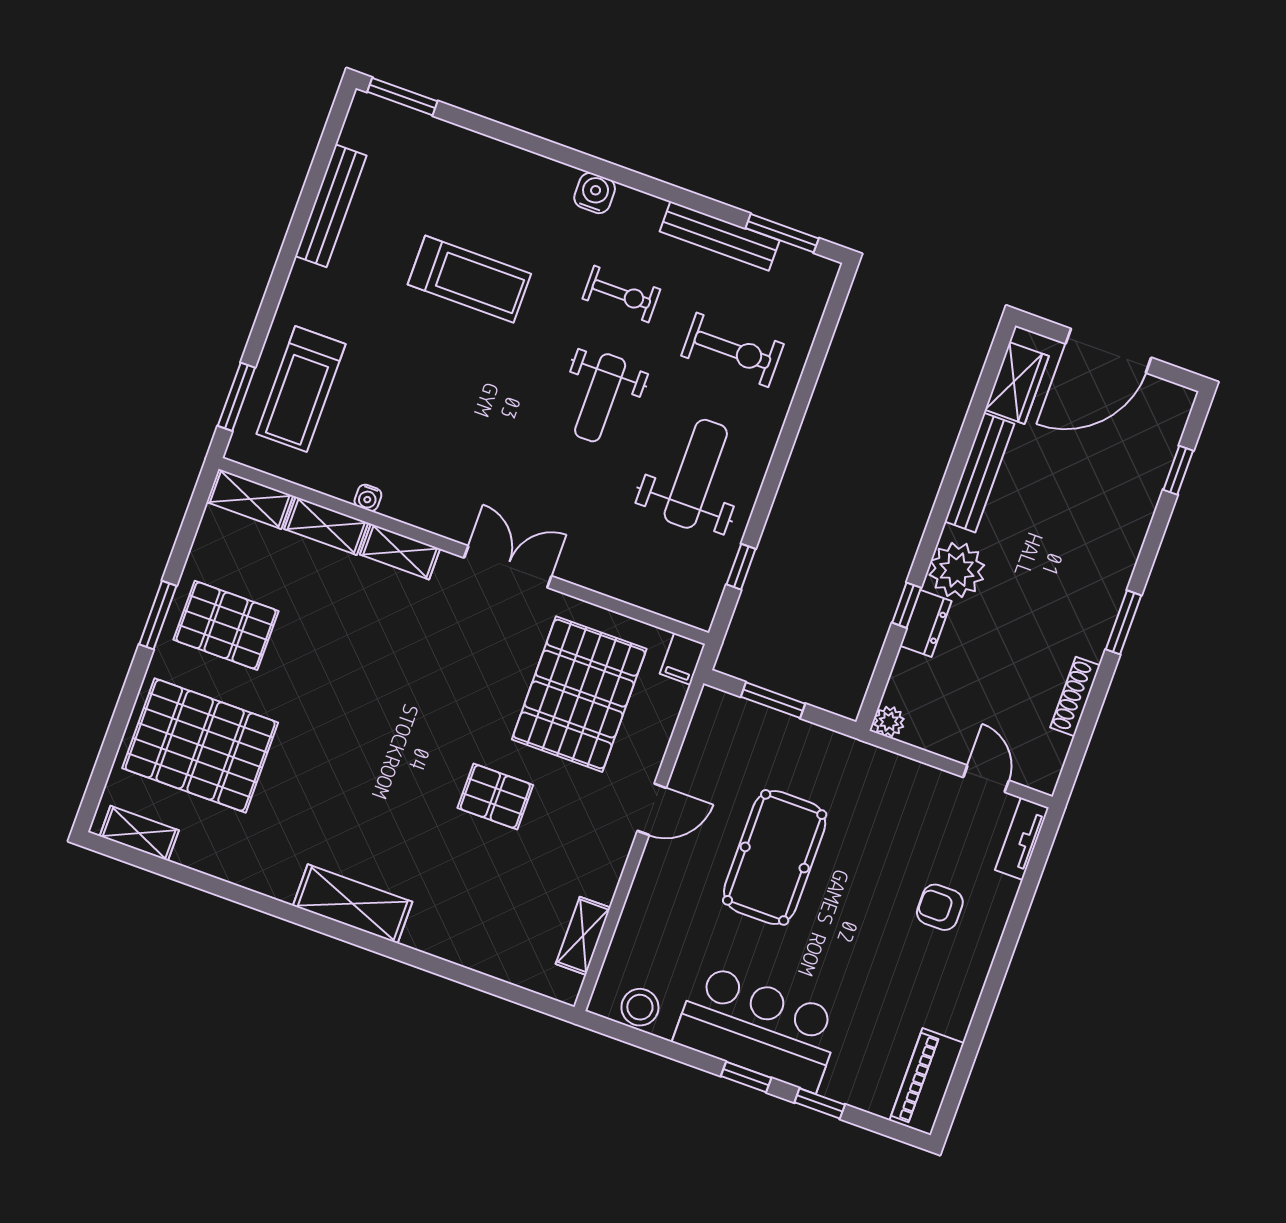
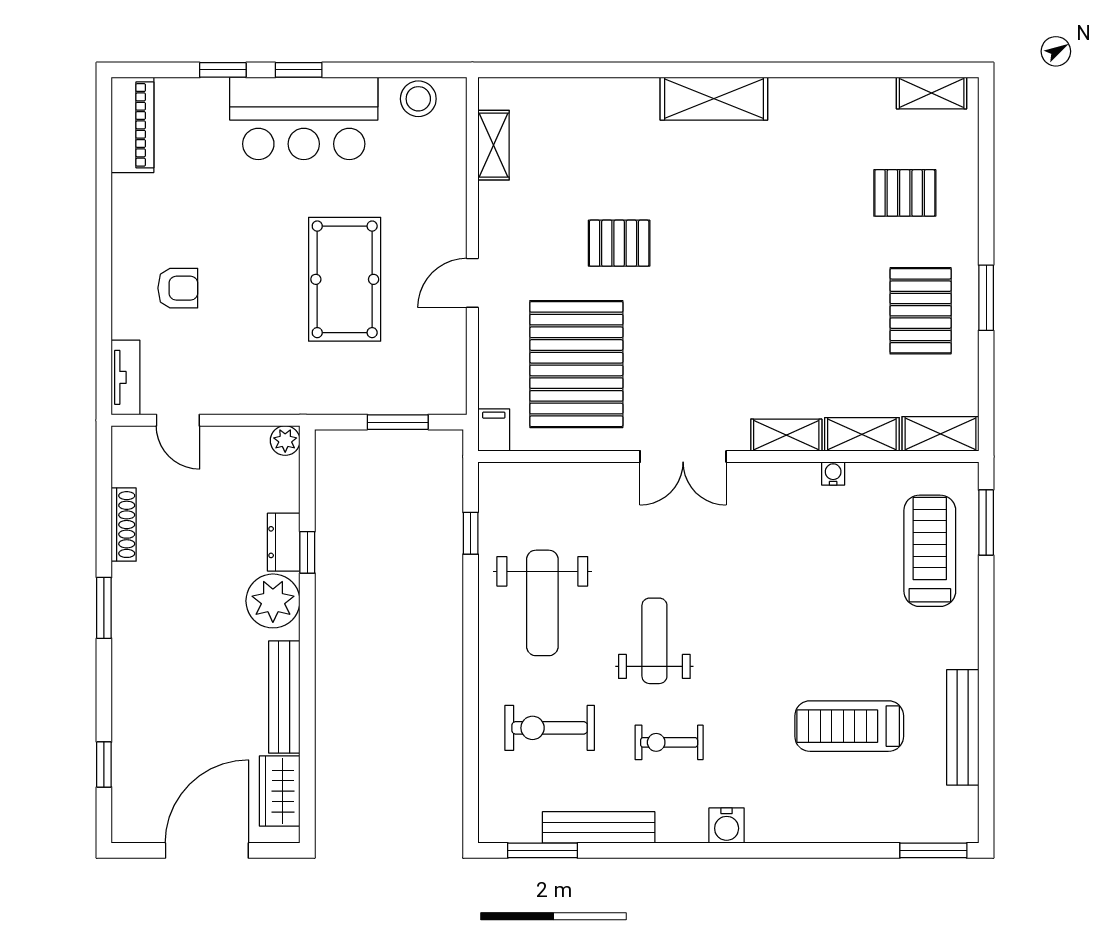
treadmill: (469, 279) -> (849, 726), moved
pallet: (226, 625) -> (921, 311), turned 90
pallet: (200, 745) -> (905, 193), width x0.49, depth x0.50

